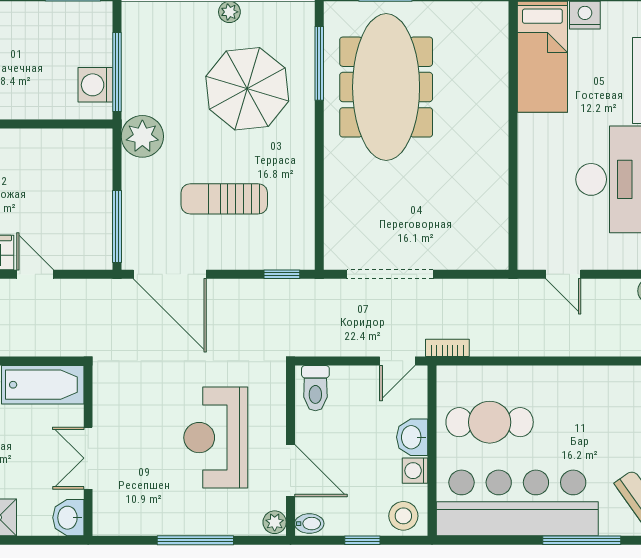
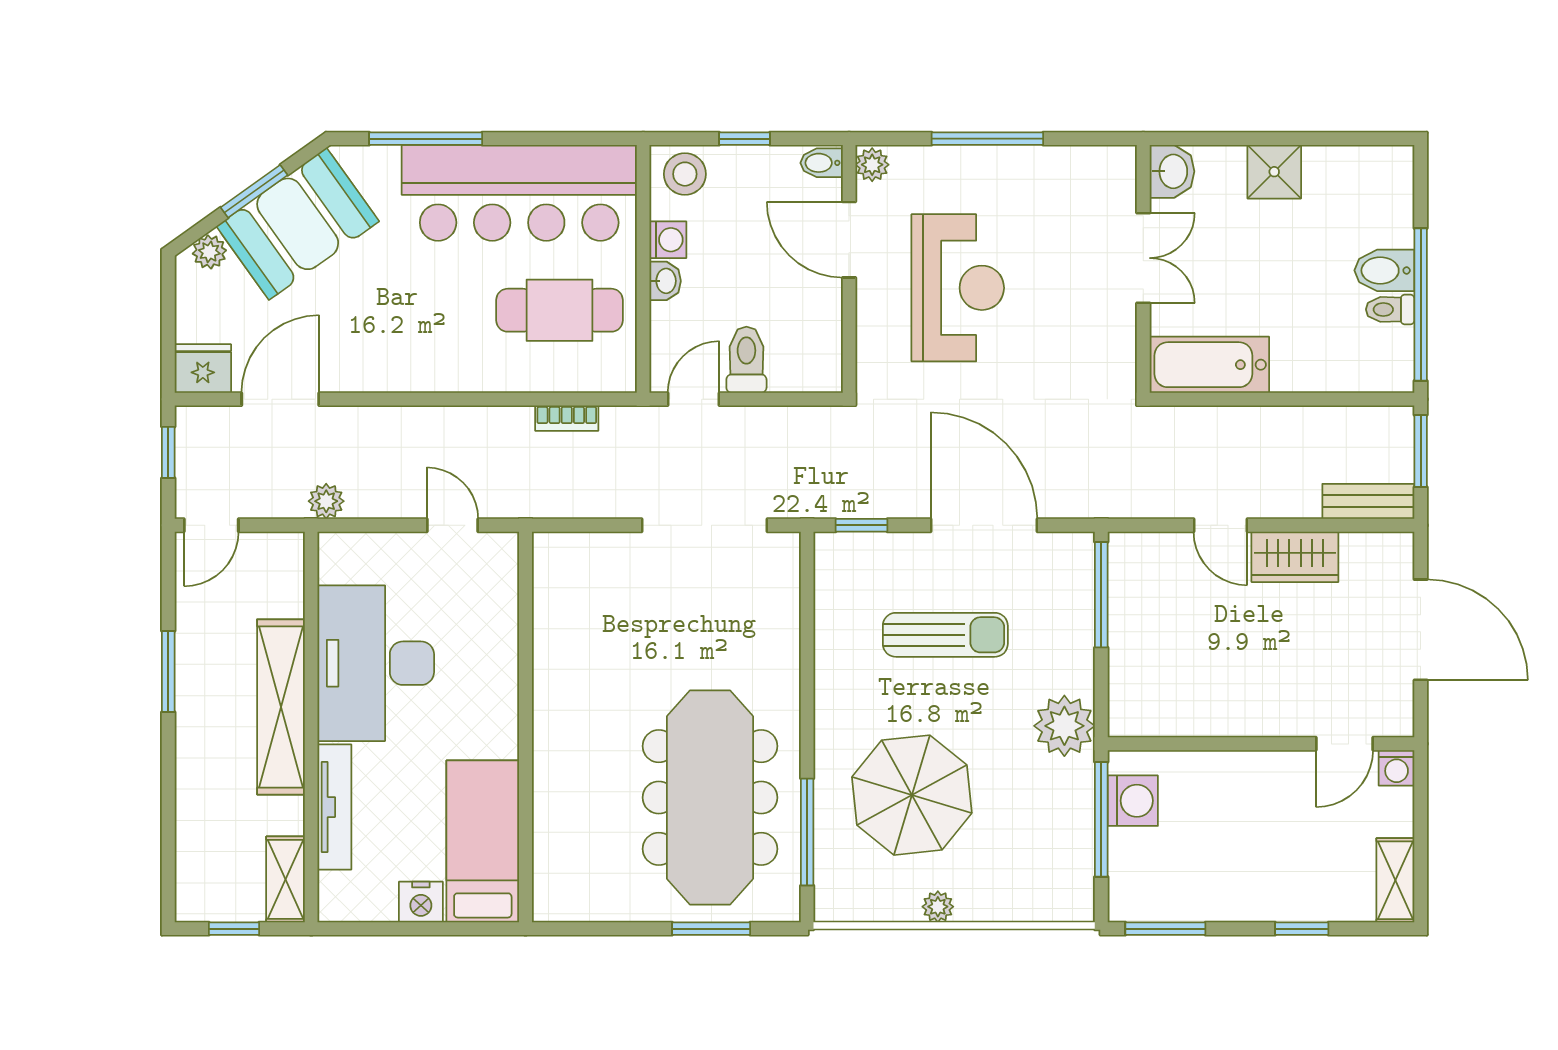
door: (170, 274) -> (984, 525), moved
bookcase: (447, 348) -> (567, 418), moved
toilet: (315, 388) -> (746, 360), moved
washbasin: (412, 437) -> (665, 281), width x0.72, depth x0.69

